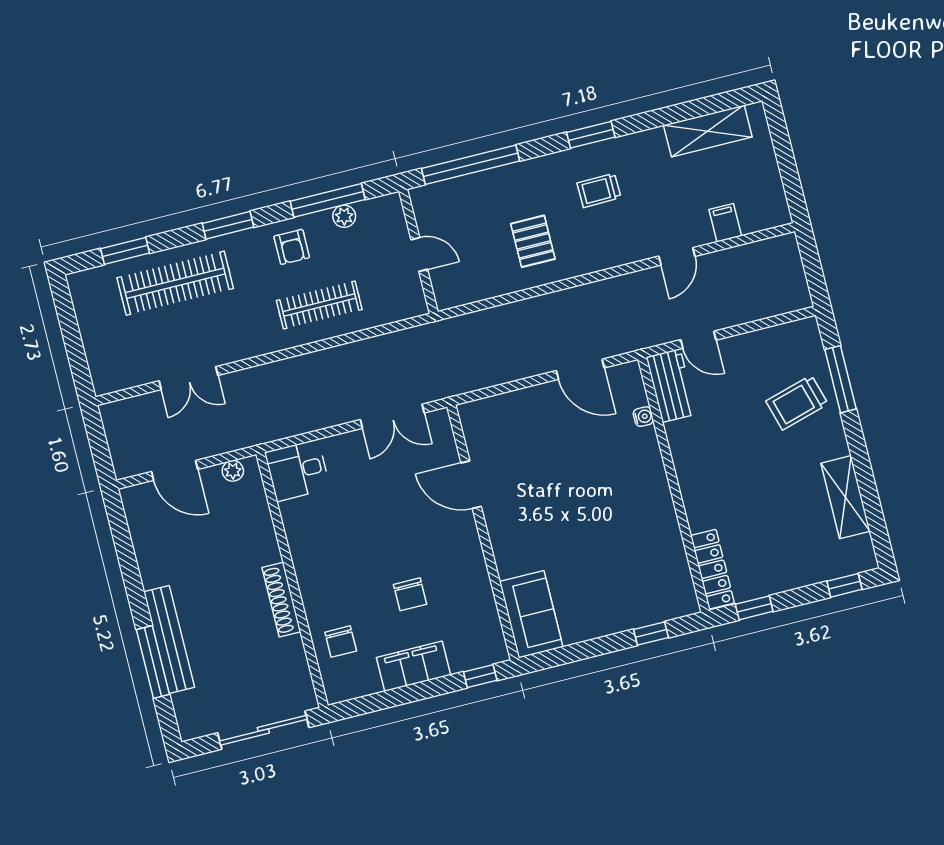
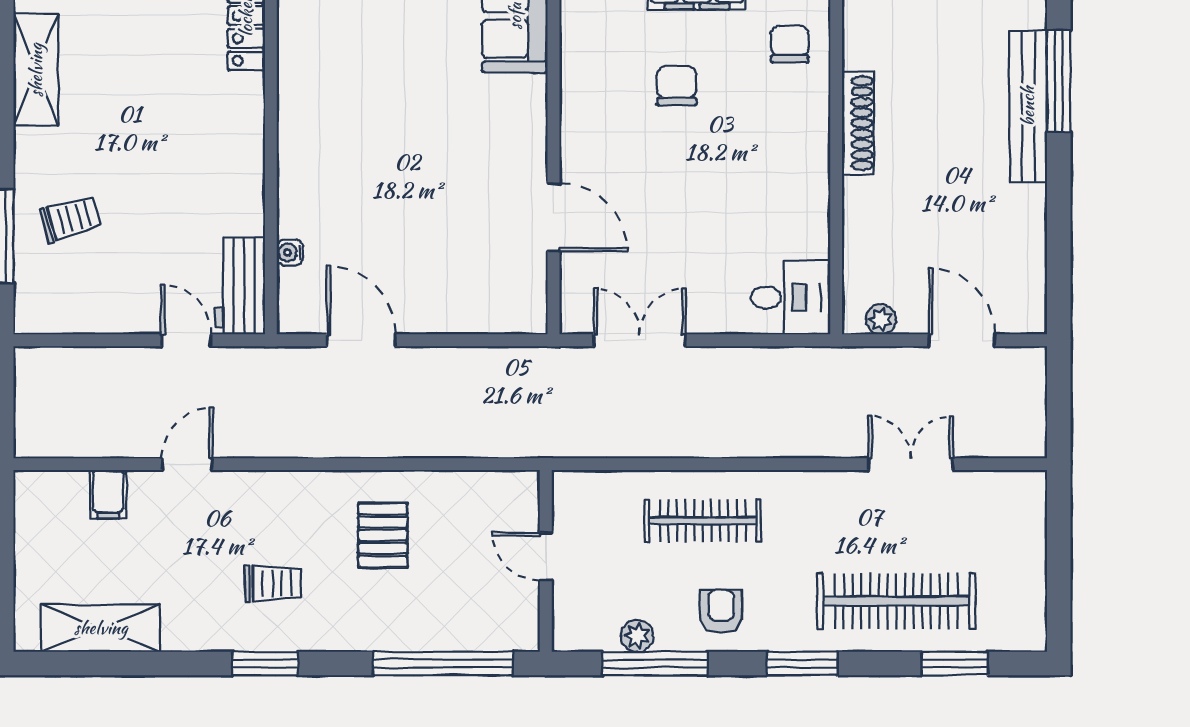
trolley: (797, 403) -> (71, 219), width x0.73, depth x0.72

